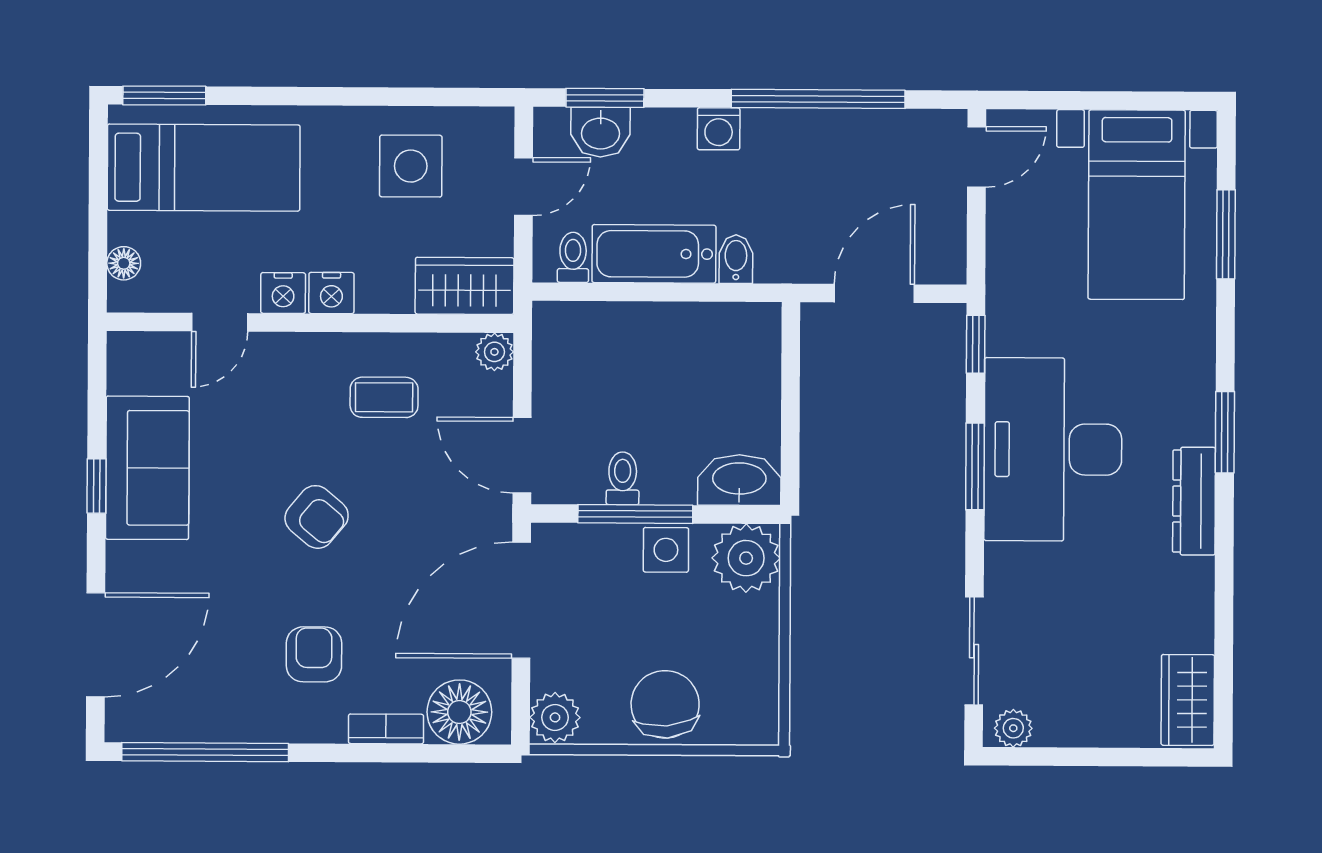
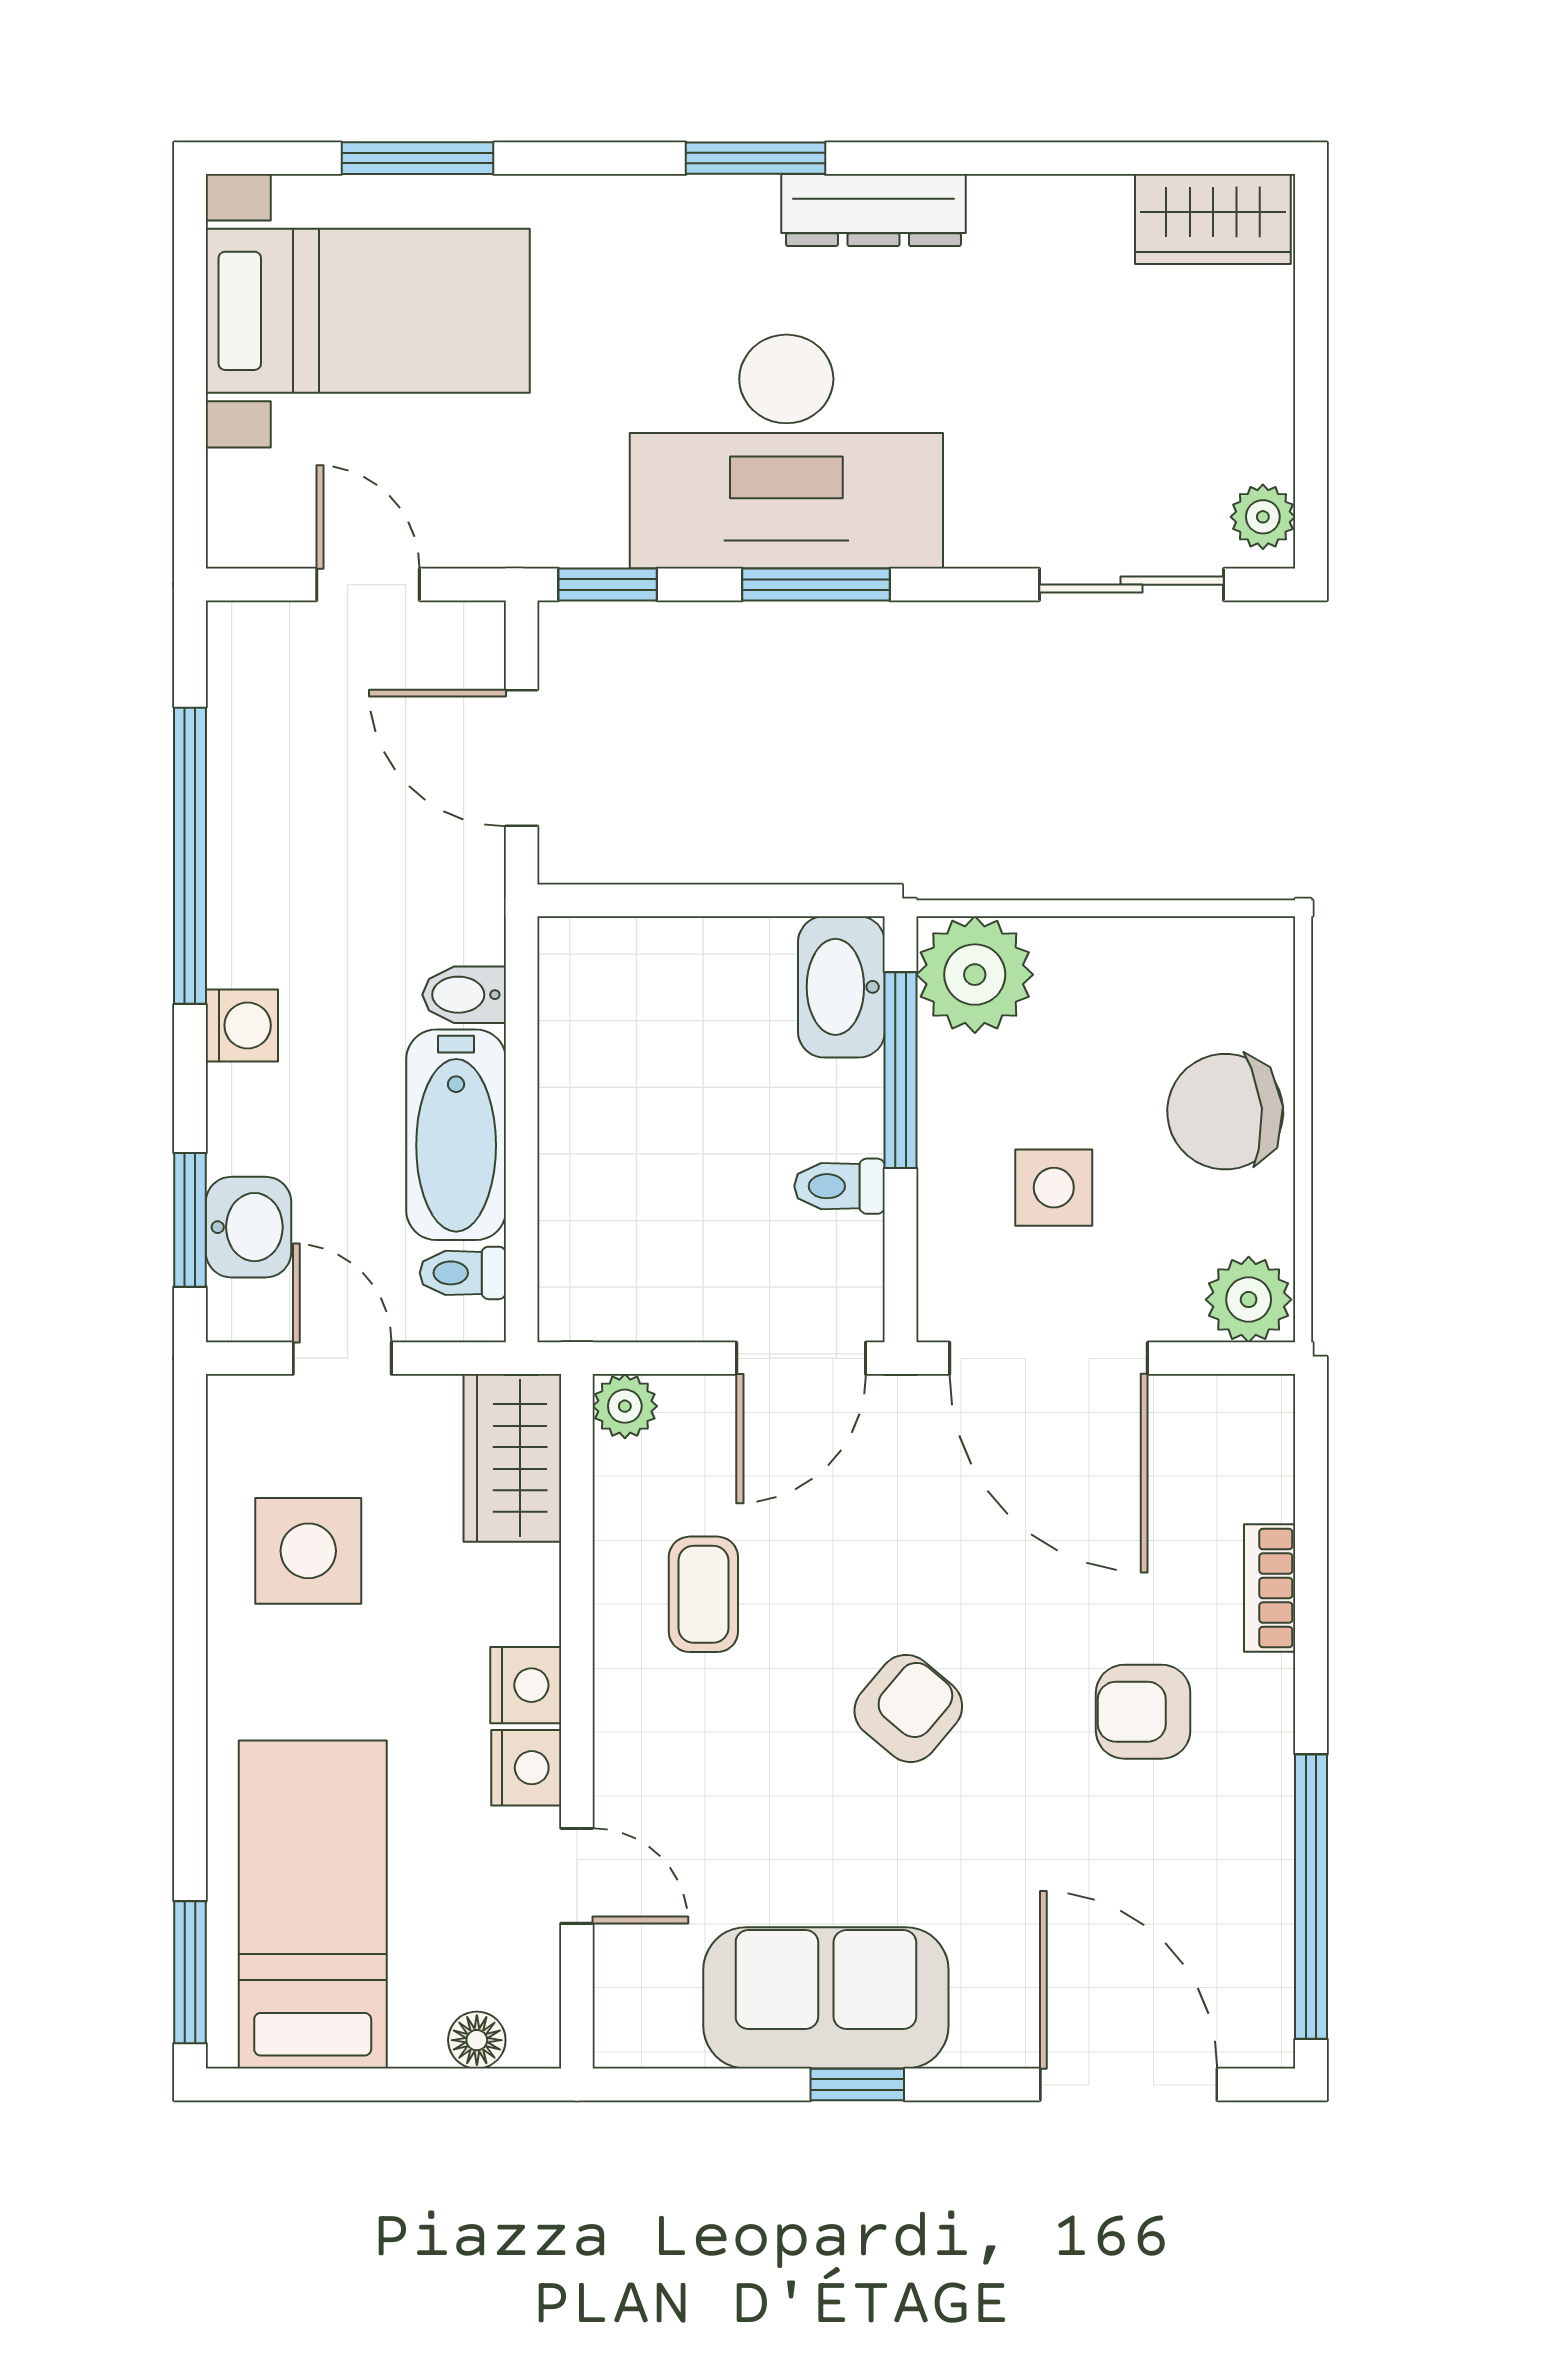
door: (977, 157) -> (368, 585), moved
window: (635, 514) -> (900, 1070), moved
side table: (666, 550) -> (1054, 1188), moved
floor lamp: (459, 712) -> (1240, 1463), removed

